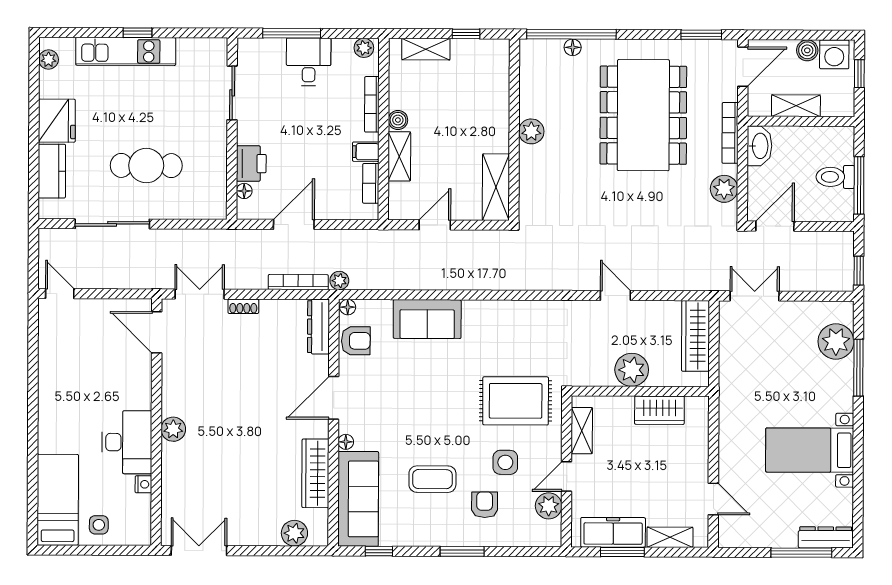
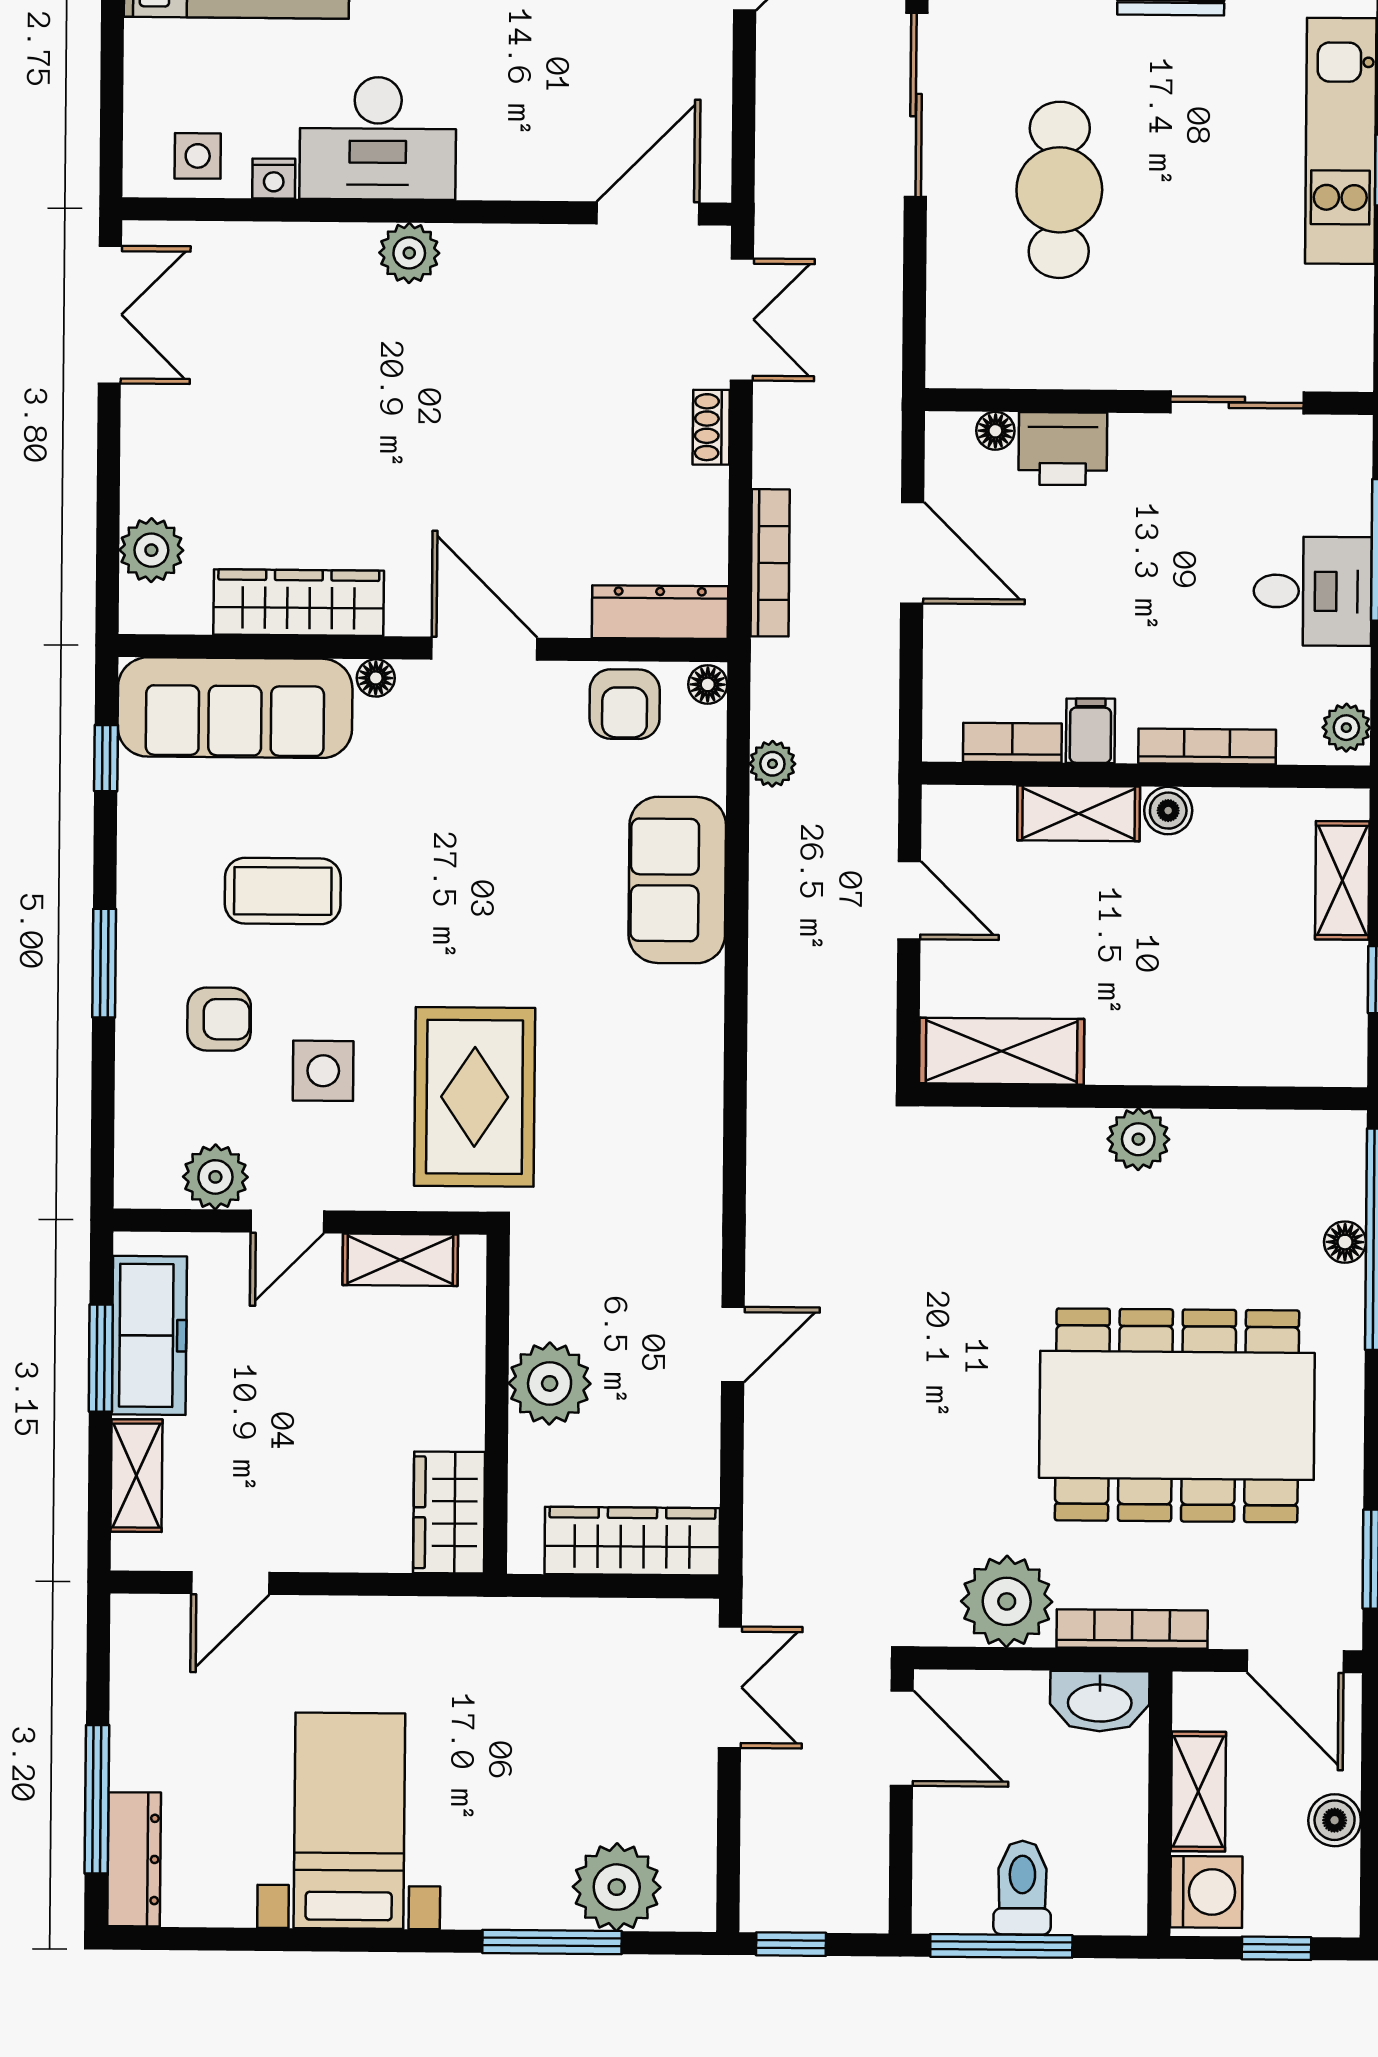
washing machine: (834, 54) -> (1206, 1892), moved, turned 180
plant: (724, 189) -> (1007, 1601), width x1.36, depth x1.36
plant: (339, 281) -> (772, 764), moved
wardrobe: (659, 410) -> (449, 1513), moved
door: (567, 477) -> (287, 1221), swing flipped
coffee table: (432, 479) -> (283, 891), turned 90
side table: (99, 525) -> (198, 156), moved

